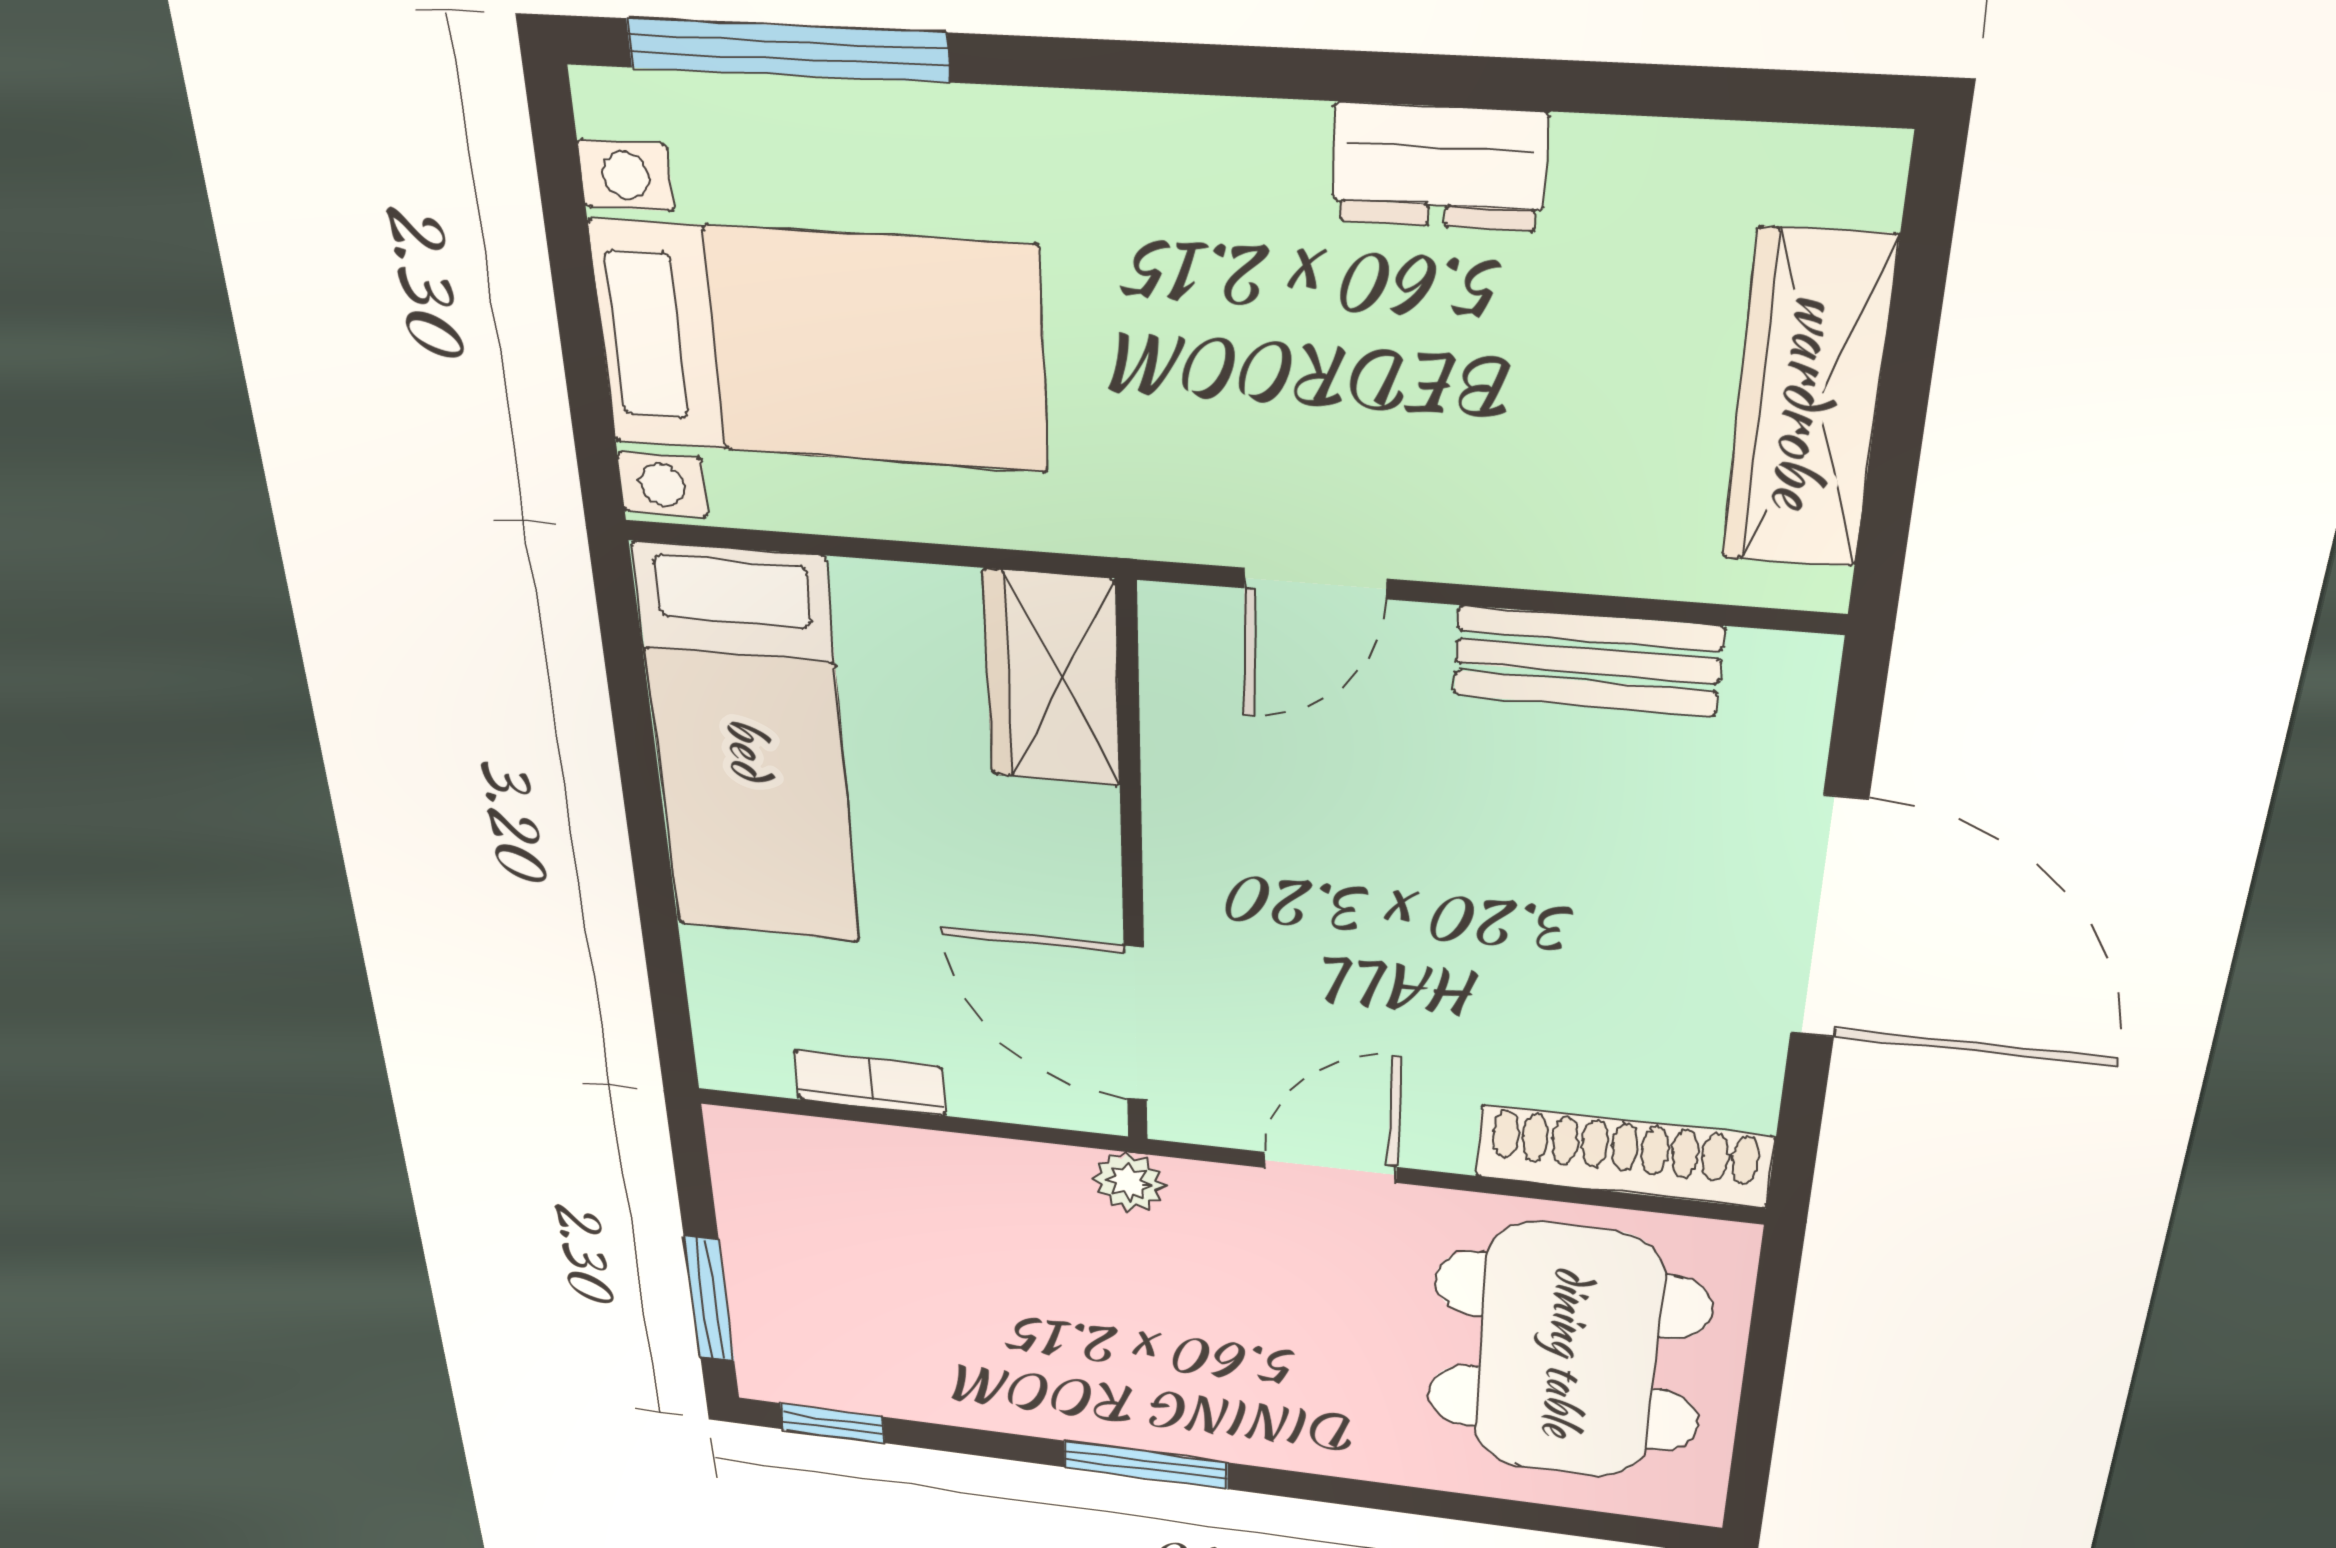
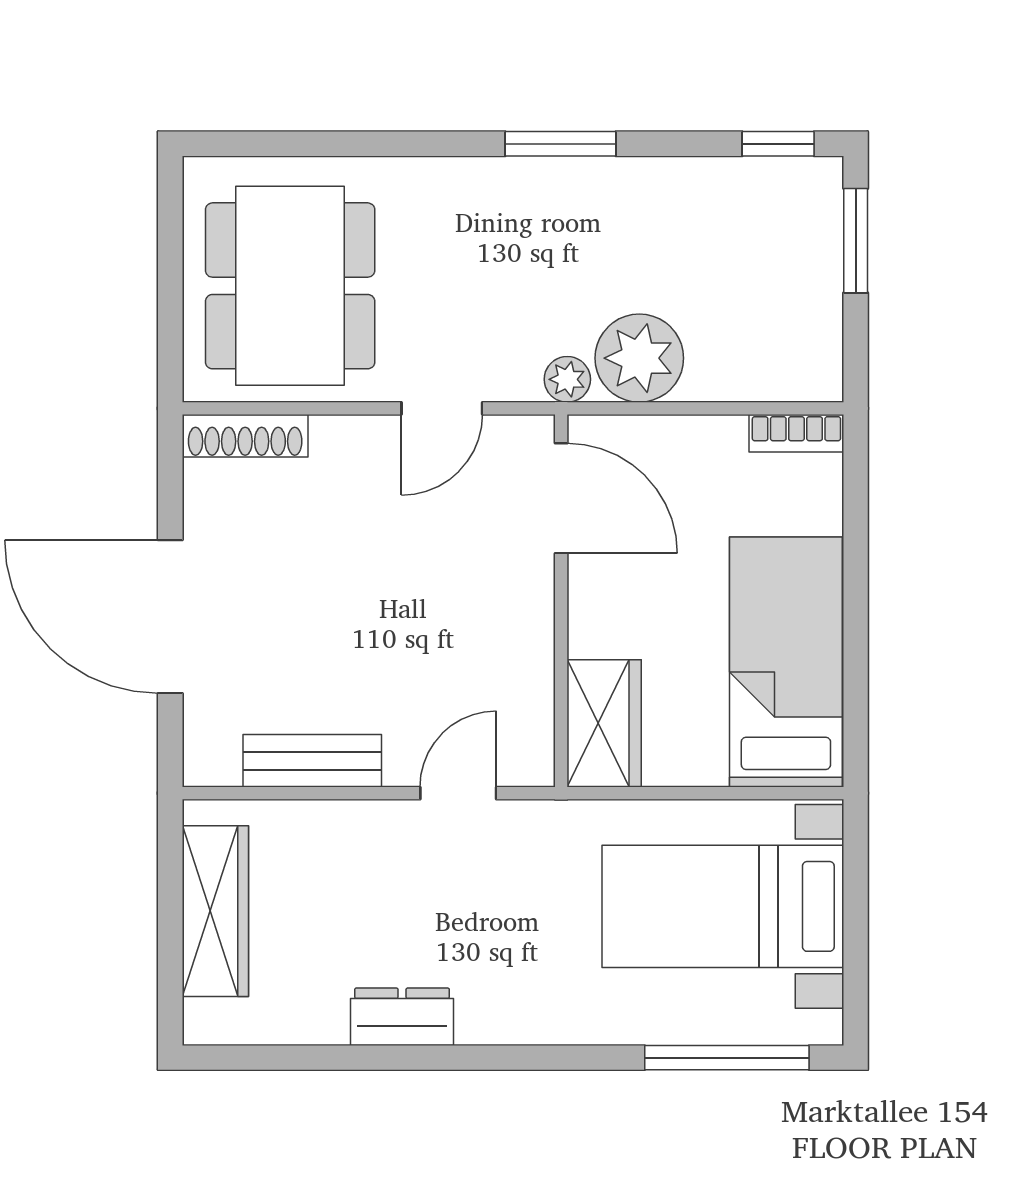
bookcase: (870, 1083) -> (796, 433), moved
shoe rack: (1624, 1157) -> (245, 436), width x0.74, depth x0.81
plant: (1018, 1196) -> (639, 358), added

